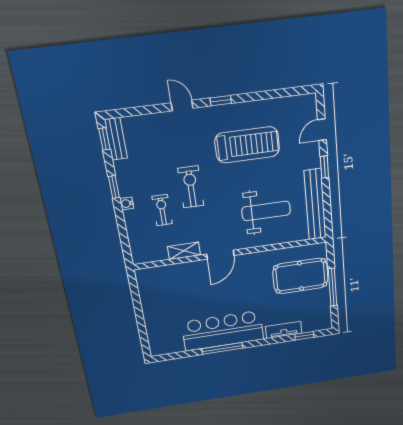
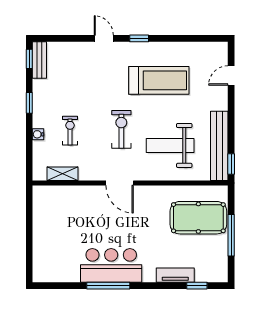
window: (324, 167) -> (231, 164), moved
exercise bike: (191, 187) -> (121, 129), moved
water cooler: (127, 203) -> (38, 134), moved
weight bench: (266, 211) -> (170, 145), turned 180
shelving: (184, 251) -> (63, 174), moved
door: (220, 255) -> (120, 183), hinge flipped
bar counter: (223, 331) -> (111, 265), width x0.73

